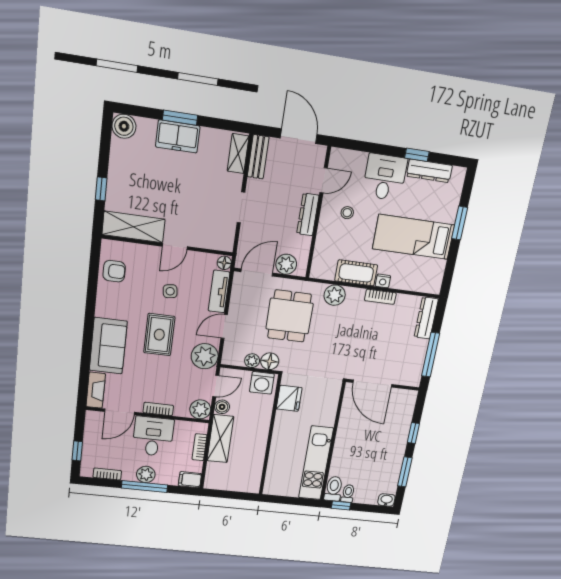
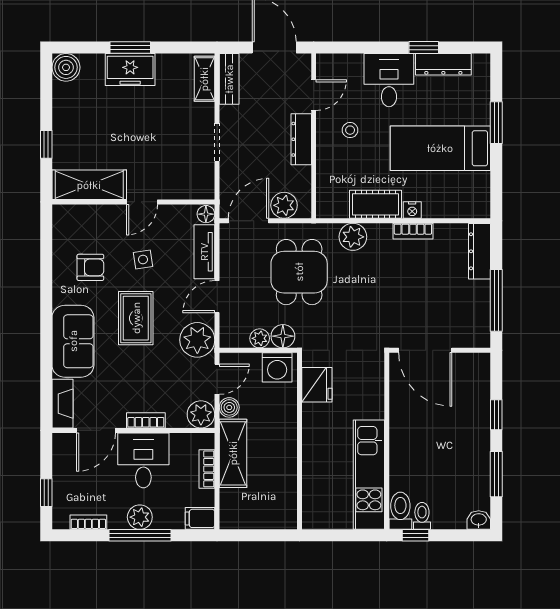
armchair: (114, 271) -> (90, 267), moved

